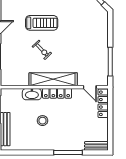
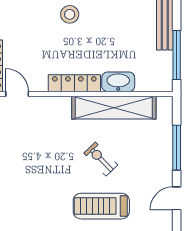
shelving: (53, 79) -> (114, 108), moved
stool: (42, 121) -> (70, 14), moved

